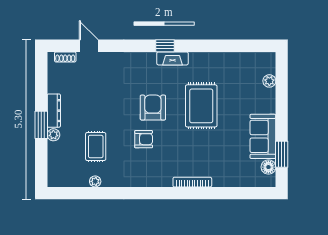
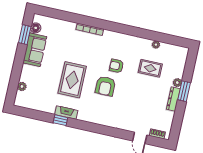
window: (165, 46) -> (60, 120), moved
fireplace: (172, 58) -> (66, 112), moved
rug: (96, 146) -> (150, 68), turned 90

